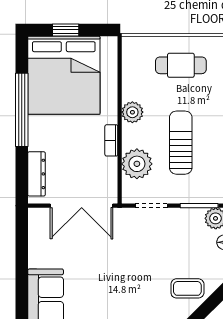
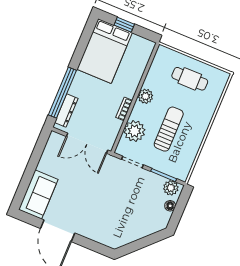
bed: (64, 75) -> (105, 51), width x0.73
window: (22, 110) -> (62, 93), moved
coffee table: (187, 288) -> (134, 226), removed

